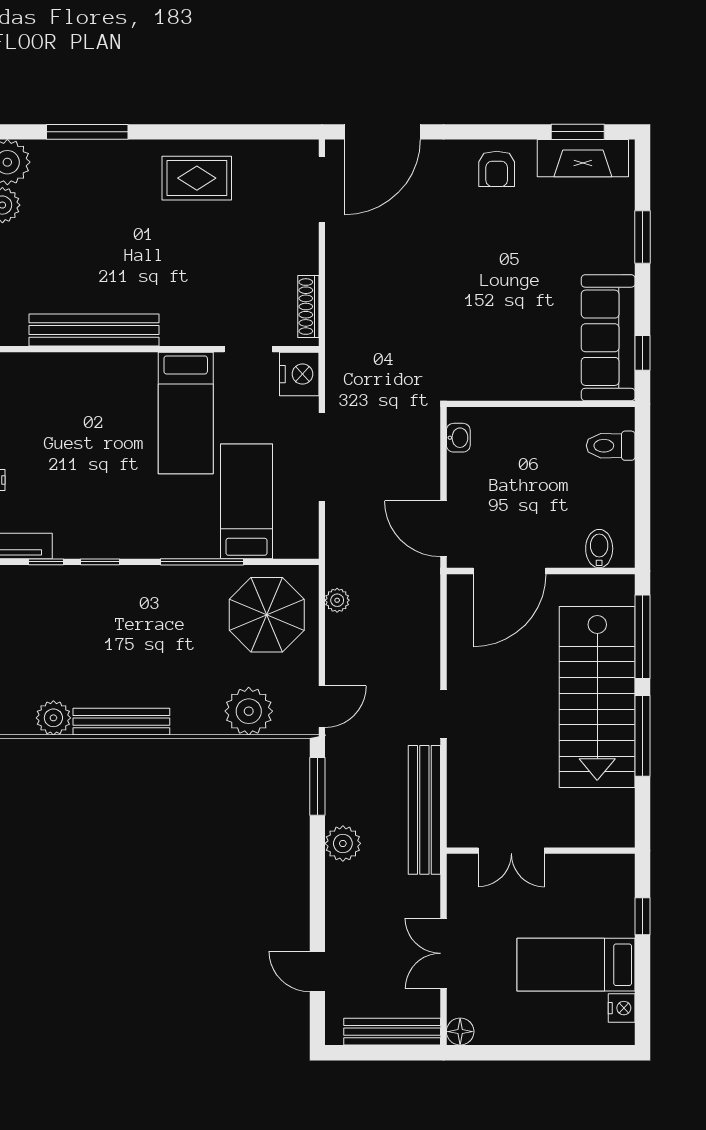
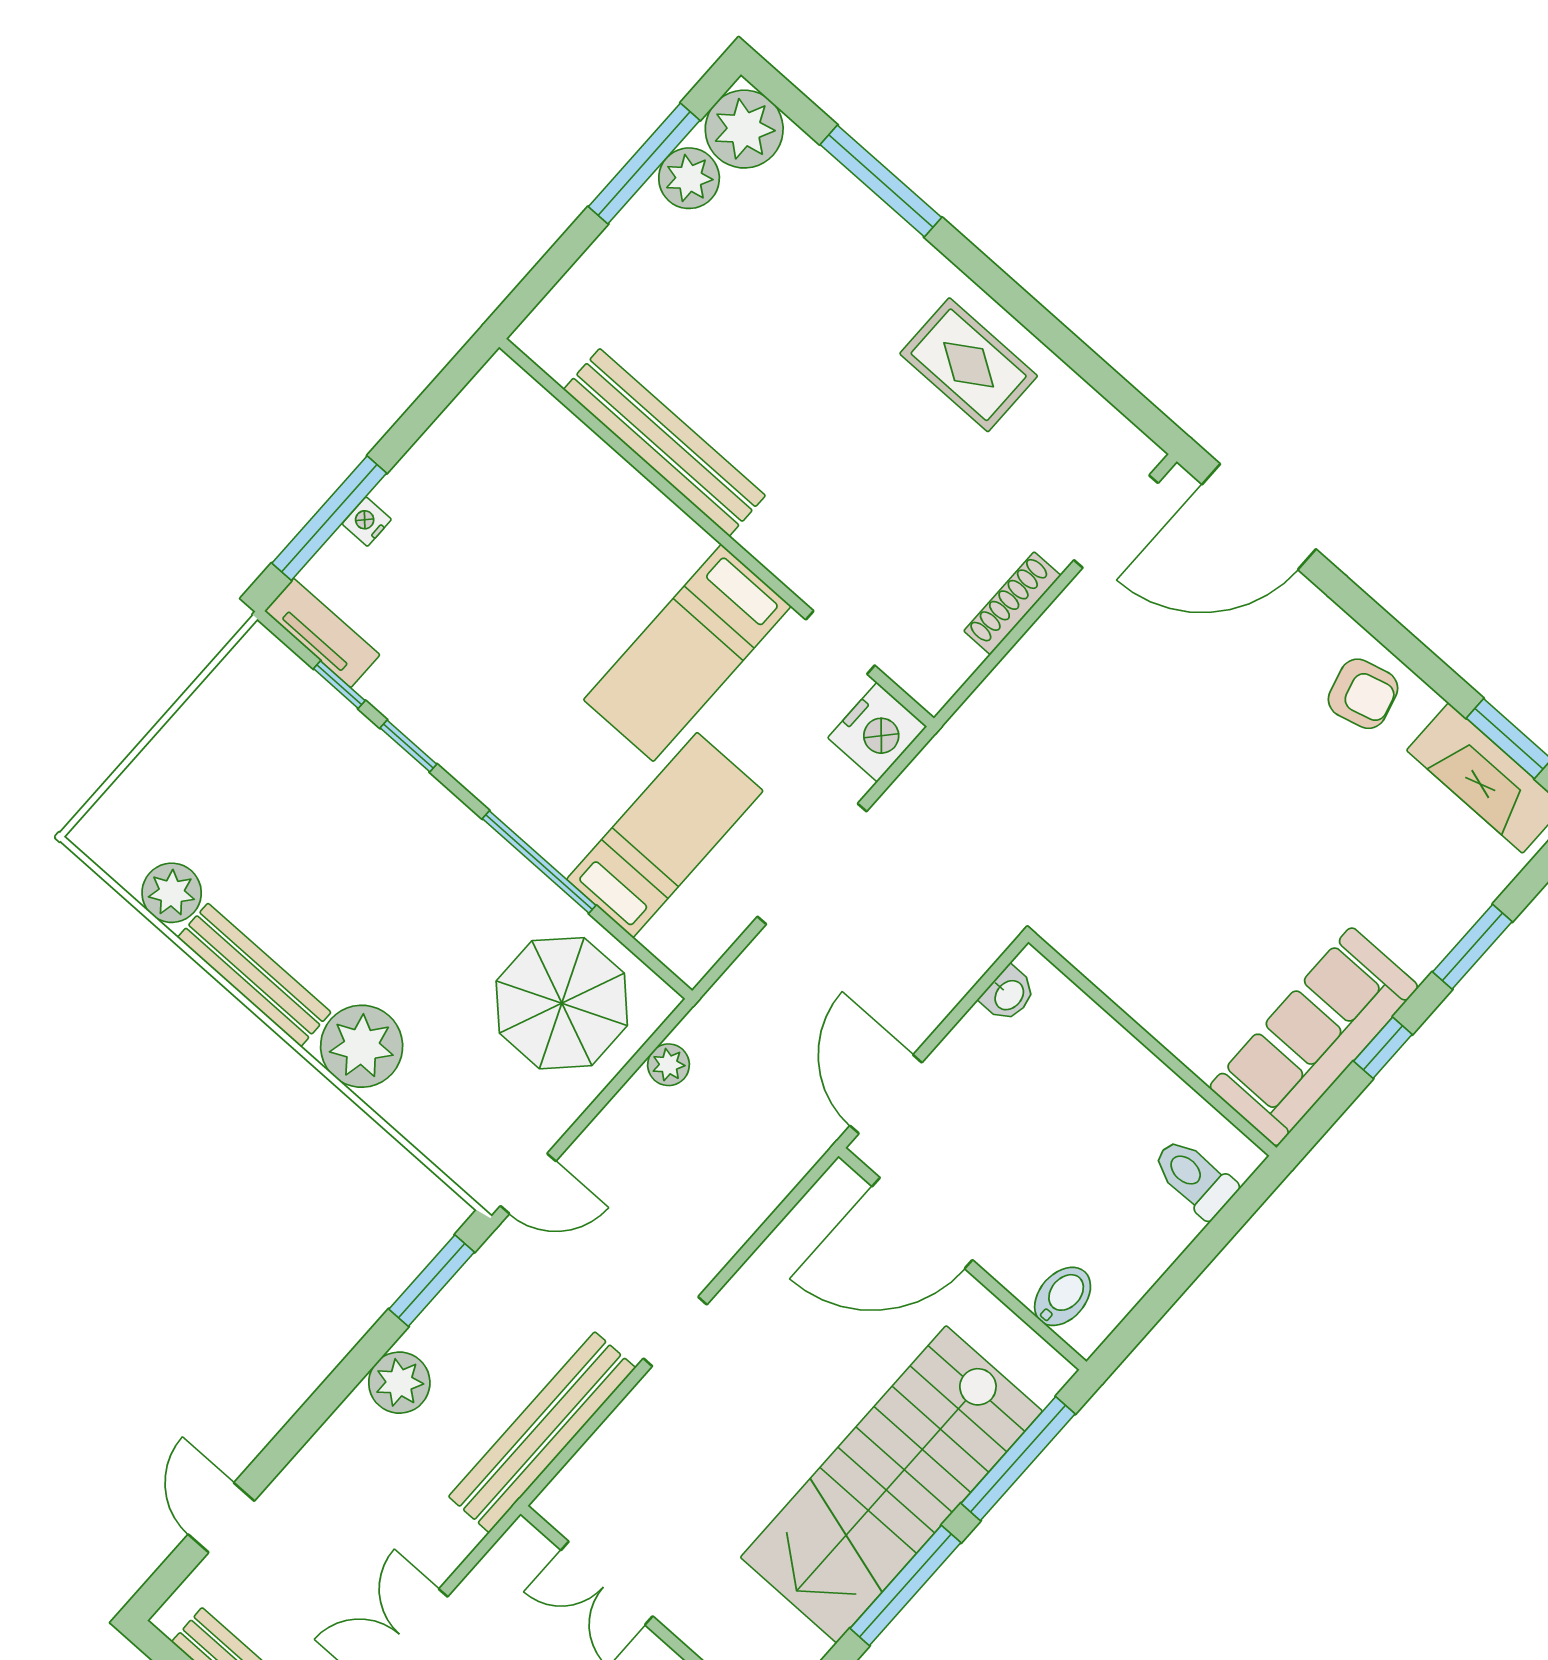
armchair: (497, 169) -> (1363, 694), turned -105
shoe rack: (308, 307) -> (1012, 603), moved
window: (643, 353) -> (1383, 1048), moved
plant: (249, 711) -> (362, 1046), moved

